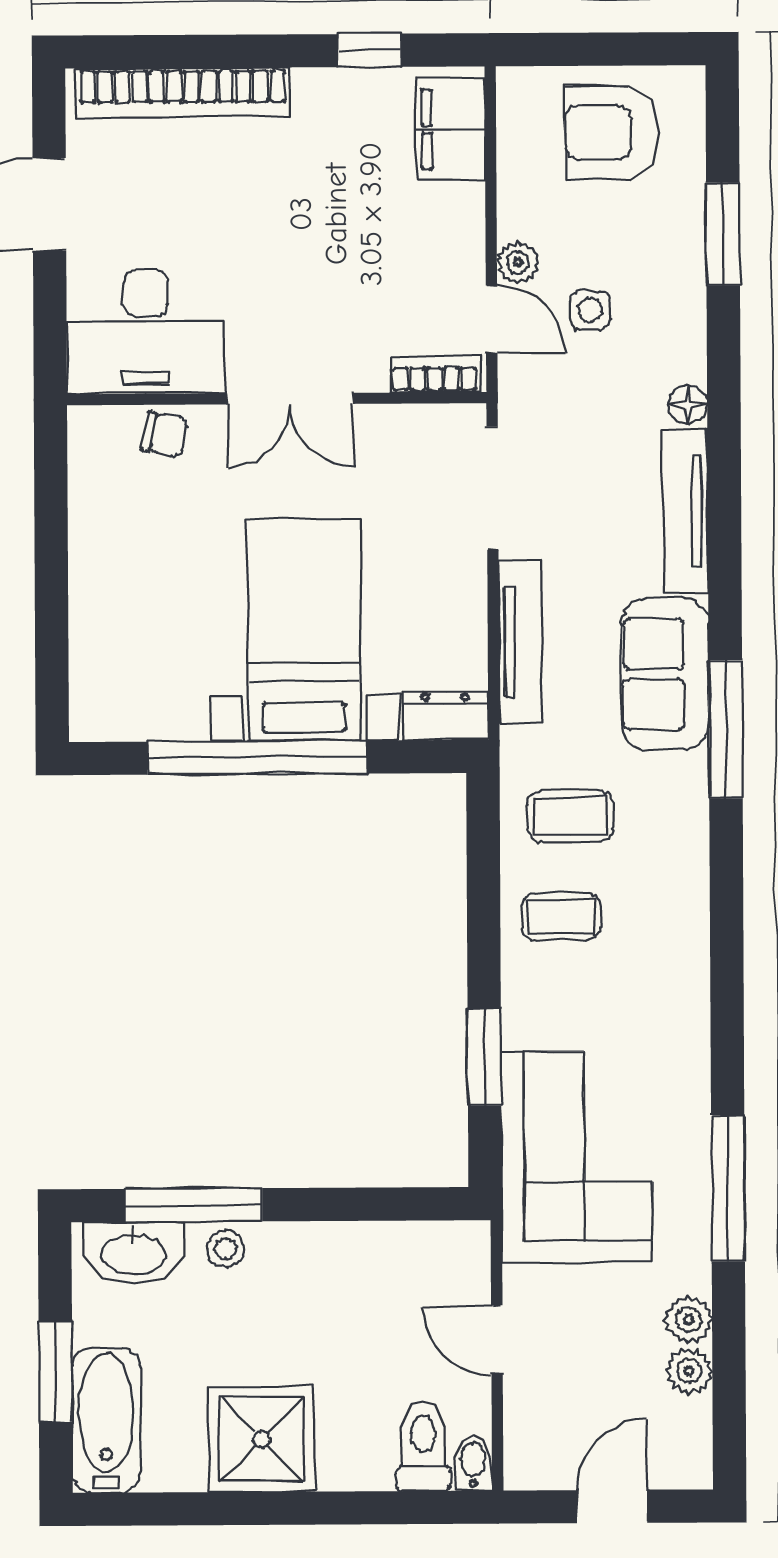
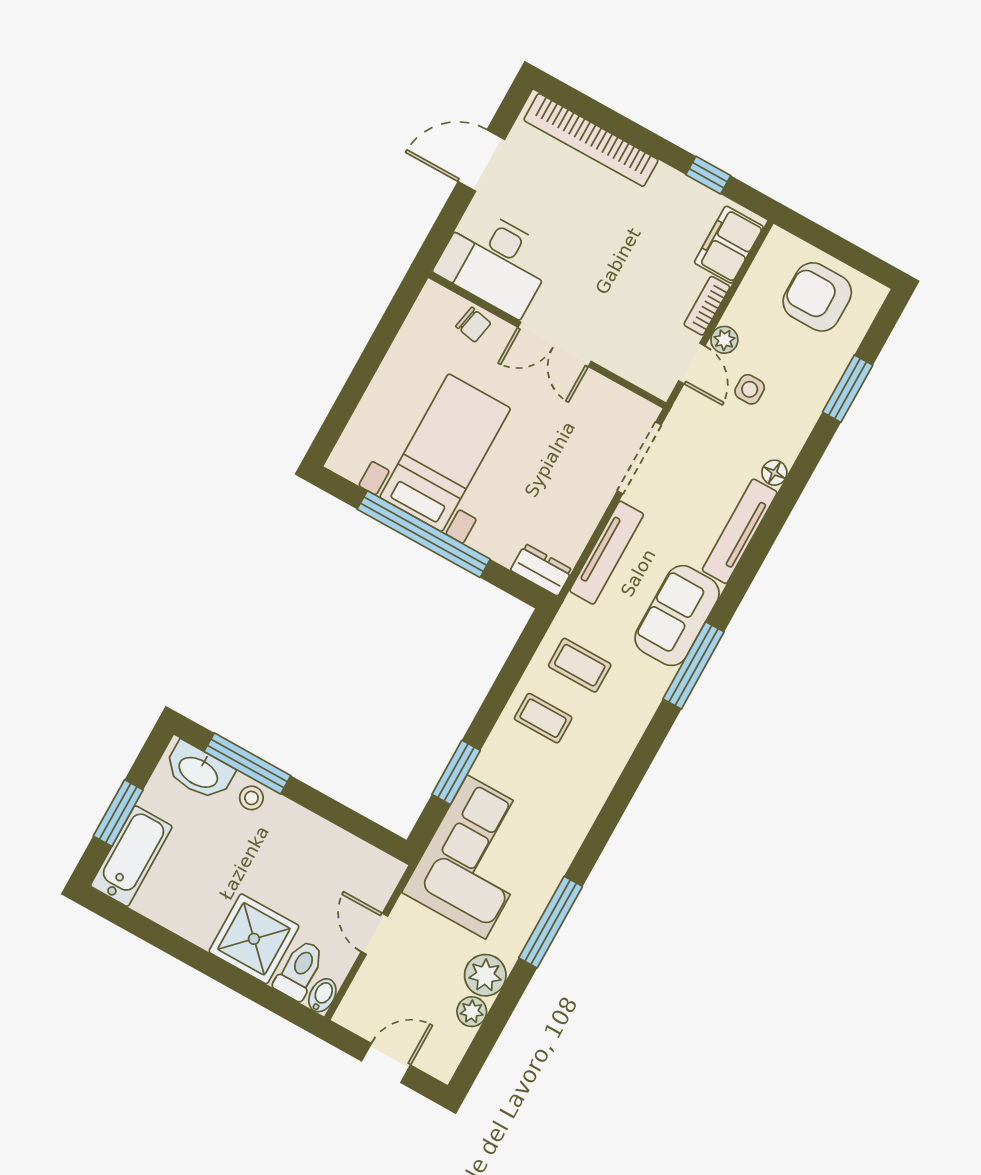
bookcase: (434, 375) -> (707, 306), moved, turned -90
bed with nightstands: (304, 630) -> (445, 453), moved
plant: (689, 1320) -> (485, 975), width x1.38, depth x1.38
shower: (261, 1439) -> (254, 939), moved

